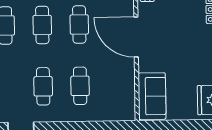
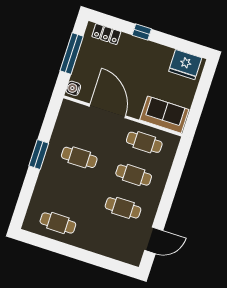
cafe table: (42, 25) -> (144, 142), moved
door: (136, 37) -> (107, 111), swing flipped

